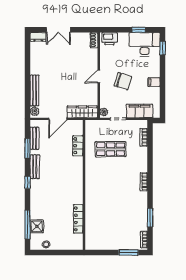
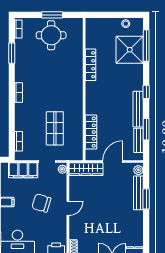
window: (28, 85) -> (146, 199), added
locker: (78, 146) -> (91, 132), width x1.53
shop shelf: (111, 149) -> (55, 128), turned 90
bench: (35, 167) -> (138, 109), width x1.36
locker: (78, 219) -> (91, 65), moved
shower: (37, 226) -> (130, 50), width x1.86, depth x1.86
round table: (114, 234) -> (51, 35), added
window: (128, 252) -> (52, 15), moved

